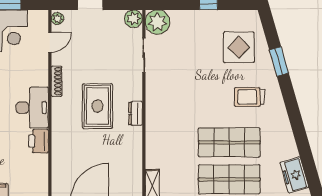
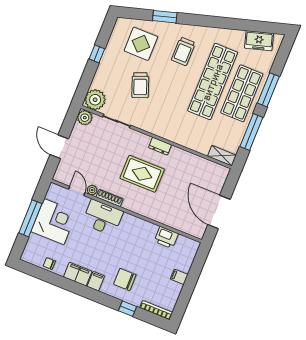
plant: (58, 19) -> (92, 190), moved
trolley: (193, 65) -> (140, 85), added
desk: (32, 108) -> (103, 217), moved
printer: (39, 141) -> (166, 237), moved
shop shelf: (229, 142) -> (213, 82), width x1.40

